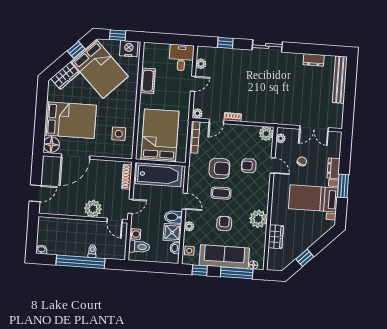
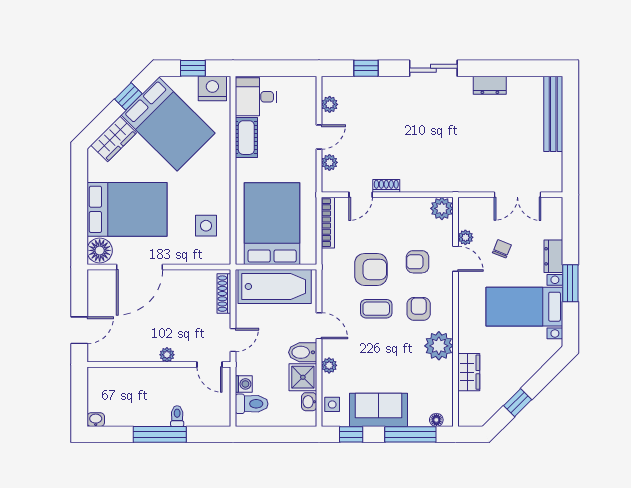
desk: (181, 58) -> (256, 97), moved, turned -90
dresser: (314, 60) -> (490, 85), moved
plant: (197, 113) -> (329, 162), moved
plant: (281, 138) -> (465, 237), moved
plant: (93, 209) -> (167, 355), width x0.53, depth x0.53
armchair: (224, 223) -> (419, 309), moved
sofa: (224, 257) -> (378, 410), width x0.73
window: (81, 262) -> (160, 434), width x0.68

